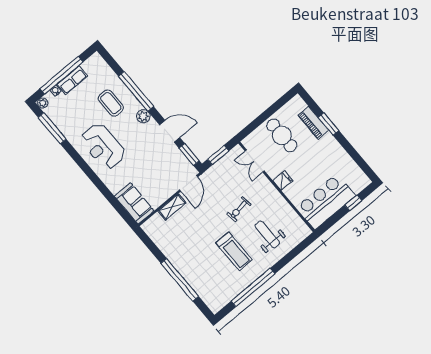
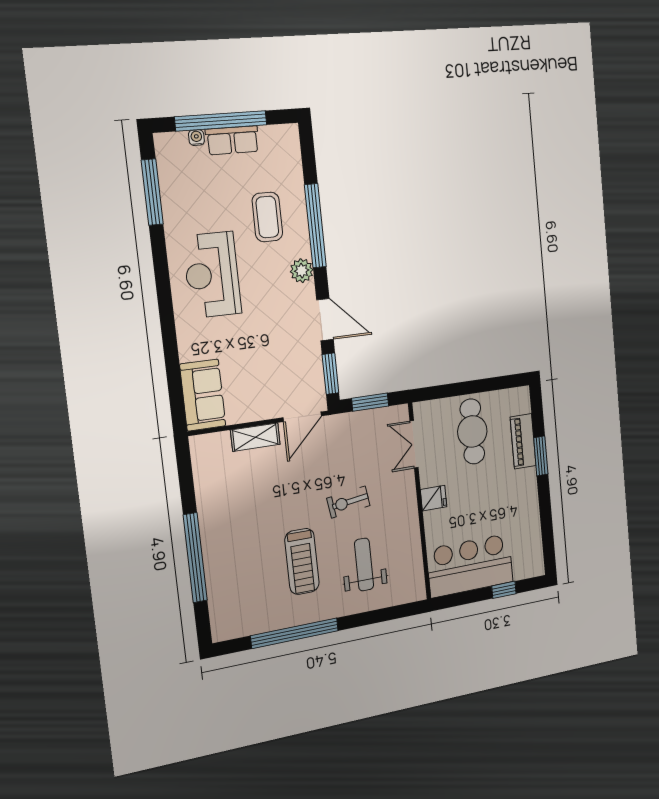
plant: (43, 103) -> (163, 142), removed

